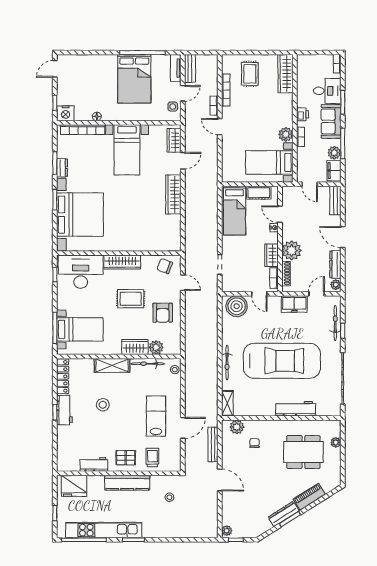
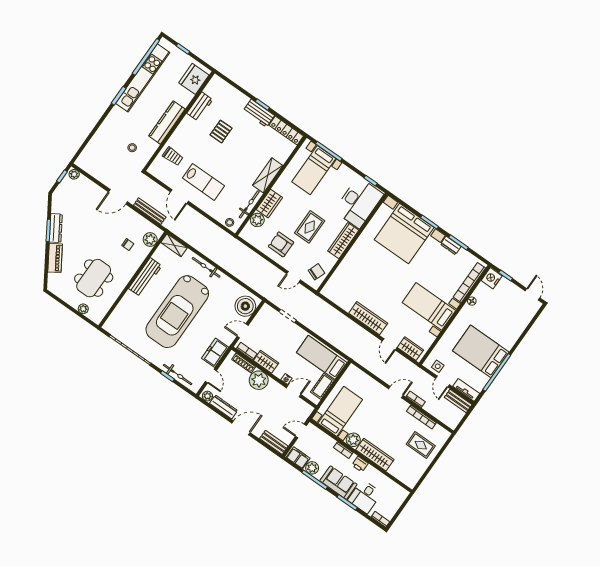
wardrobe: (285, 74) -> (375, 455), moved
stool: (103, 405) -> (242, 146), removed
workbench: (296, 409) -> (145, 277), moved
pallet: (126, 458) -> (221, 132), moved

